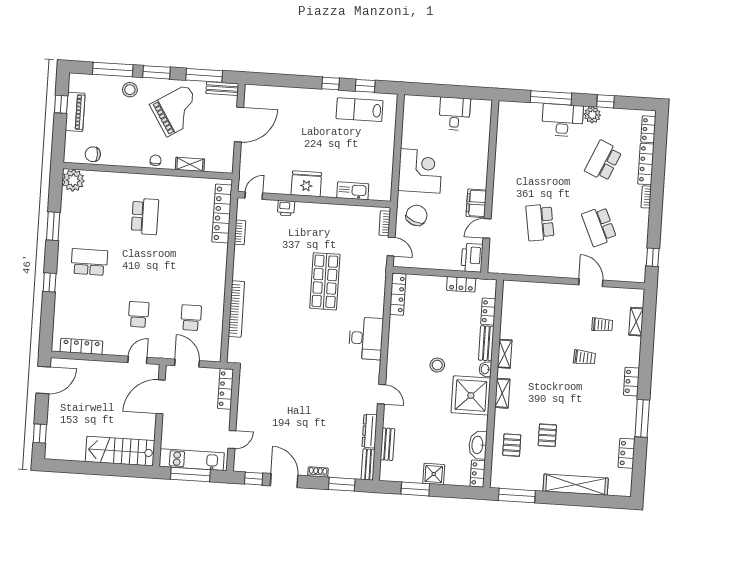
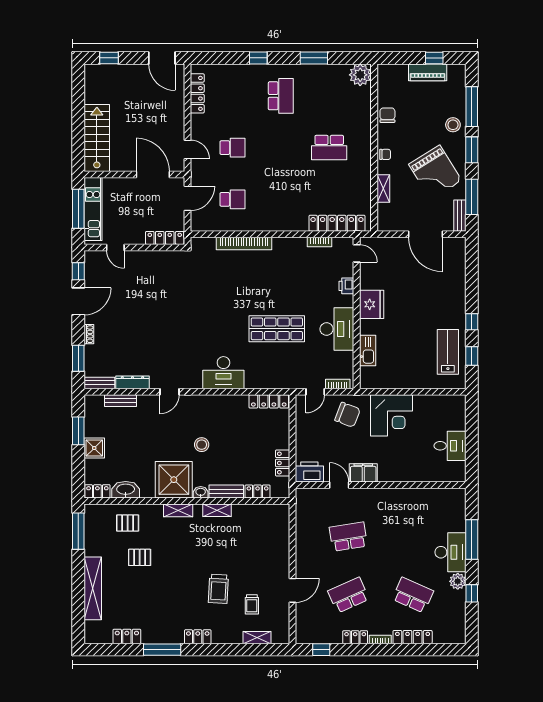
locker: (648, 129) -> (355, 637), moved
chair: (93, 154) -> (387, 115), moved
desk: (329, 221) -> (337, 329), added
trolley: (584, 357) -> (218, 589), width x1.36, depth x1.39

